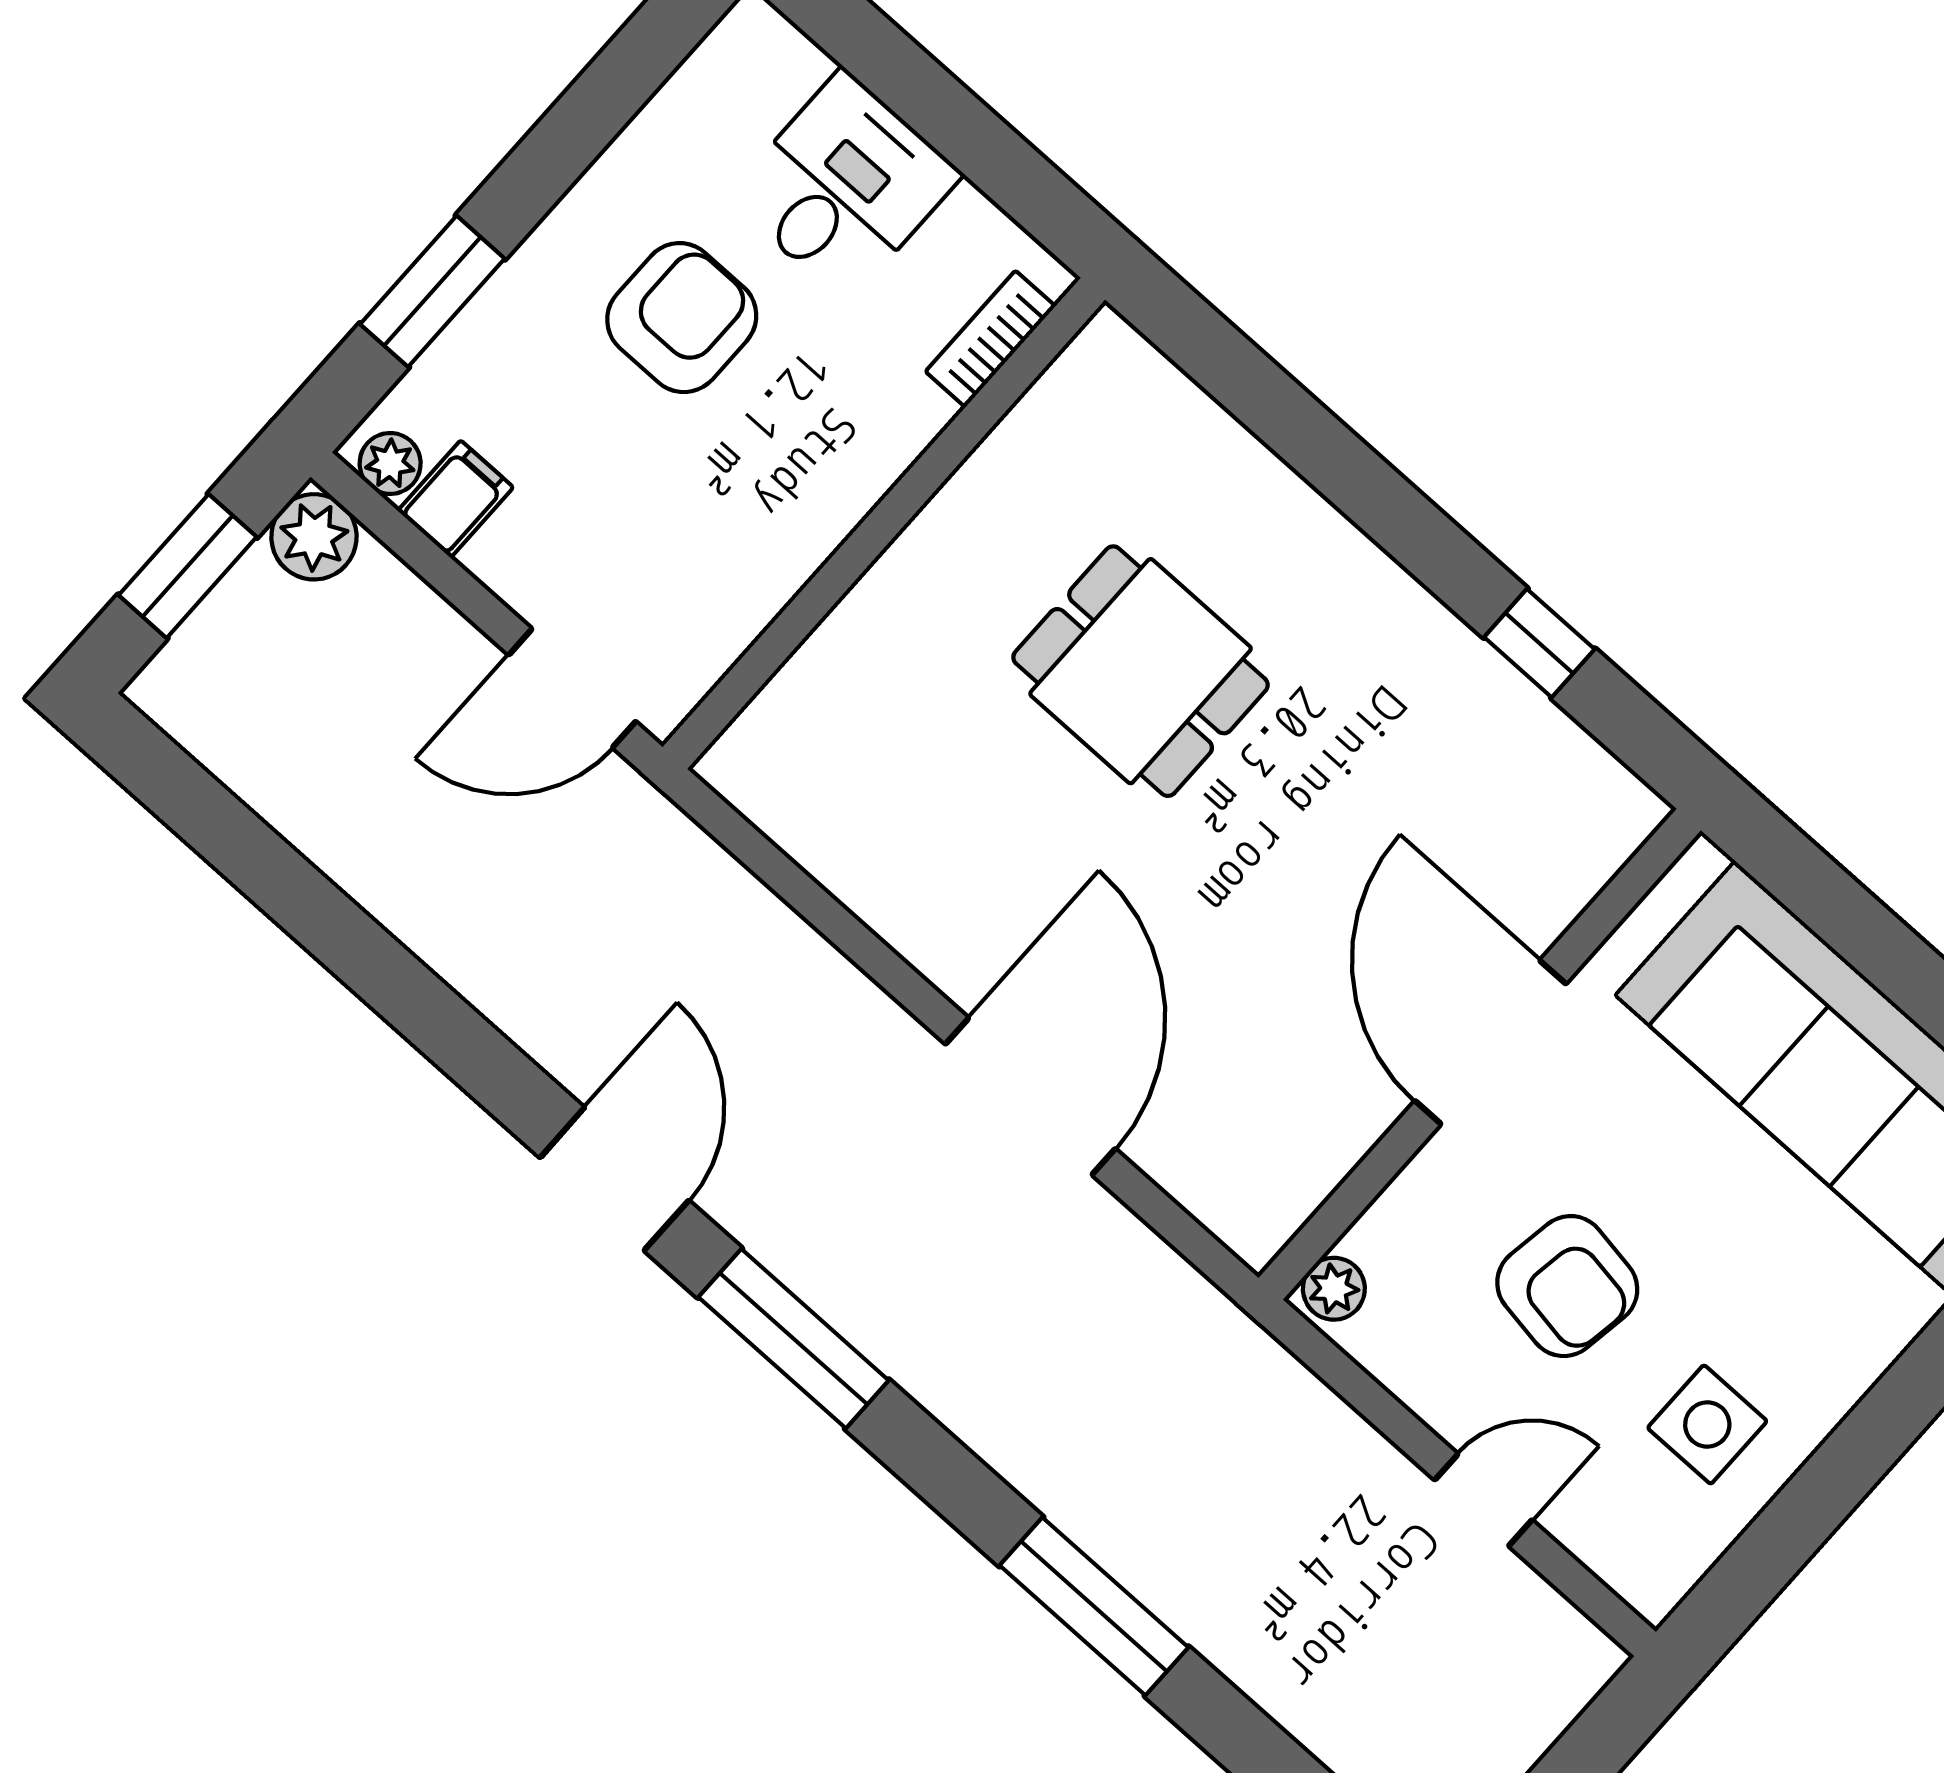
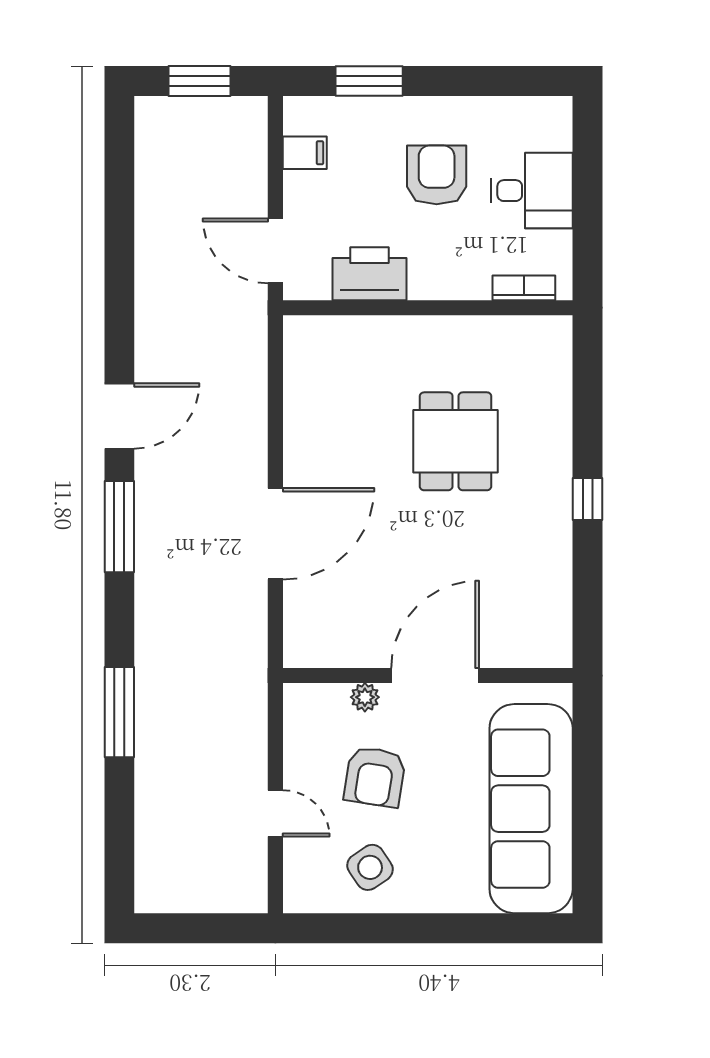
armchair: (682, 318) -> (437, 175), turned -90
plant: (390, 463) -> (297, 119), removed
plant: (314, 537) -> (248, 116), removed
printer: (745, 569) -> (369, 274), added
window: (1539, 643) -> (587, 499), moved
plant: (1334, 1289) -> (365, 697), moved
side table: (1707, 1425) -> (370, 867), turned -34

